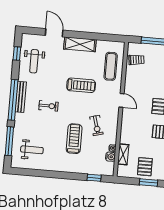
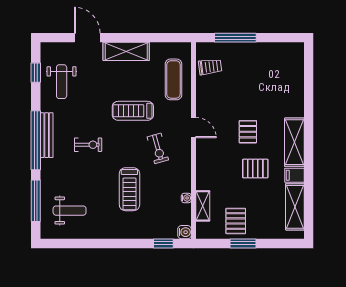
treadmill: (81, 85) -> (133, 111), turned 180
exercise bike: (96, 125) -> (158, 148), moved
treadmill: (74, 139) -> (129, 189), turned 180
water cooler: (110, 157) -> (184, 232), moved

